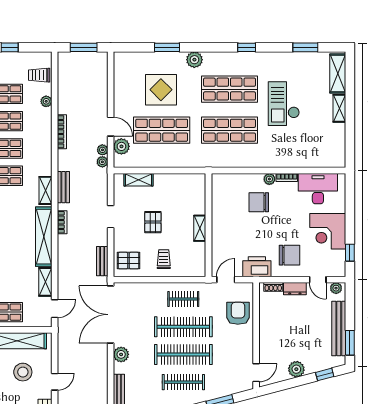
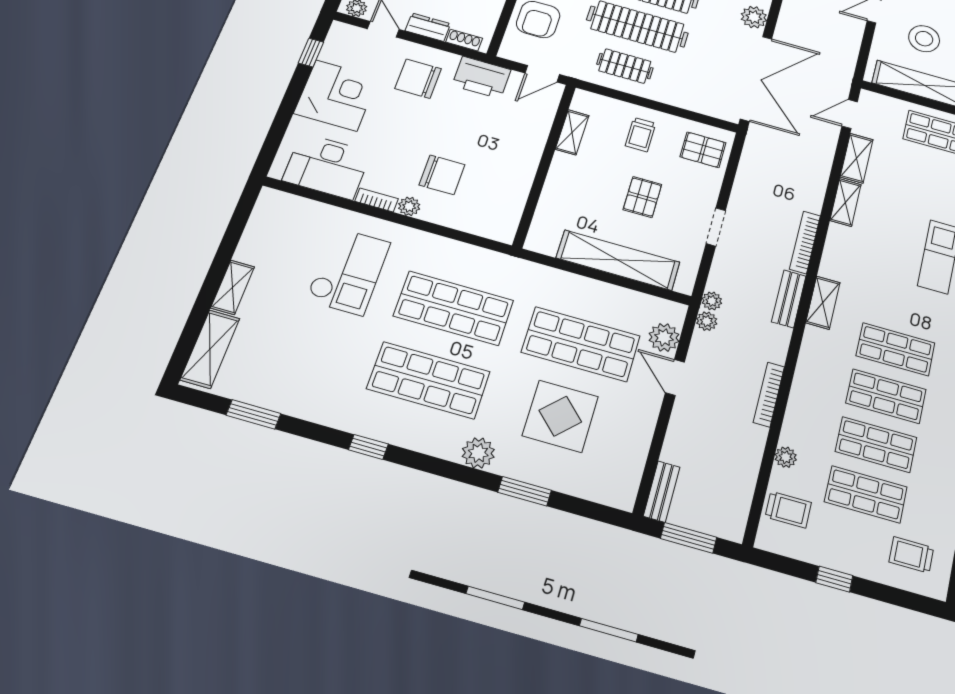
checkout: (284, 104) -> (348, 271), moved
plant: (102, 150) -> (712, 301), moved
shelving: (139, 180) -> (618, 260), width x2.20, depth x1.33
bookcase: (62, 222) -> (805, 242), width x1.56
shelving: (200, 228) -> (572, 132), moved
shelving: (44, 237) -> (845, 203), width x0.45, depth x0.75
bench: (102, 261) -> (662, 491), moved

